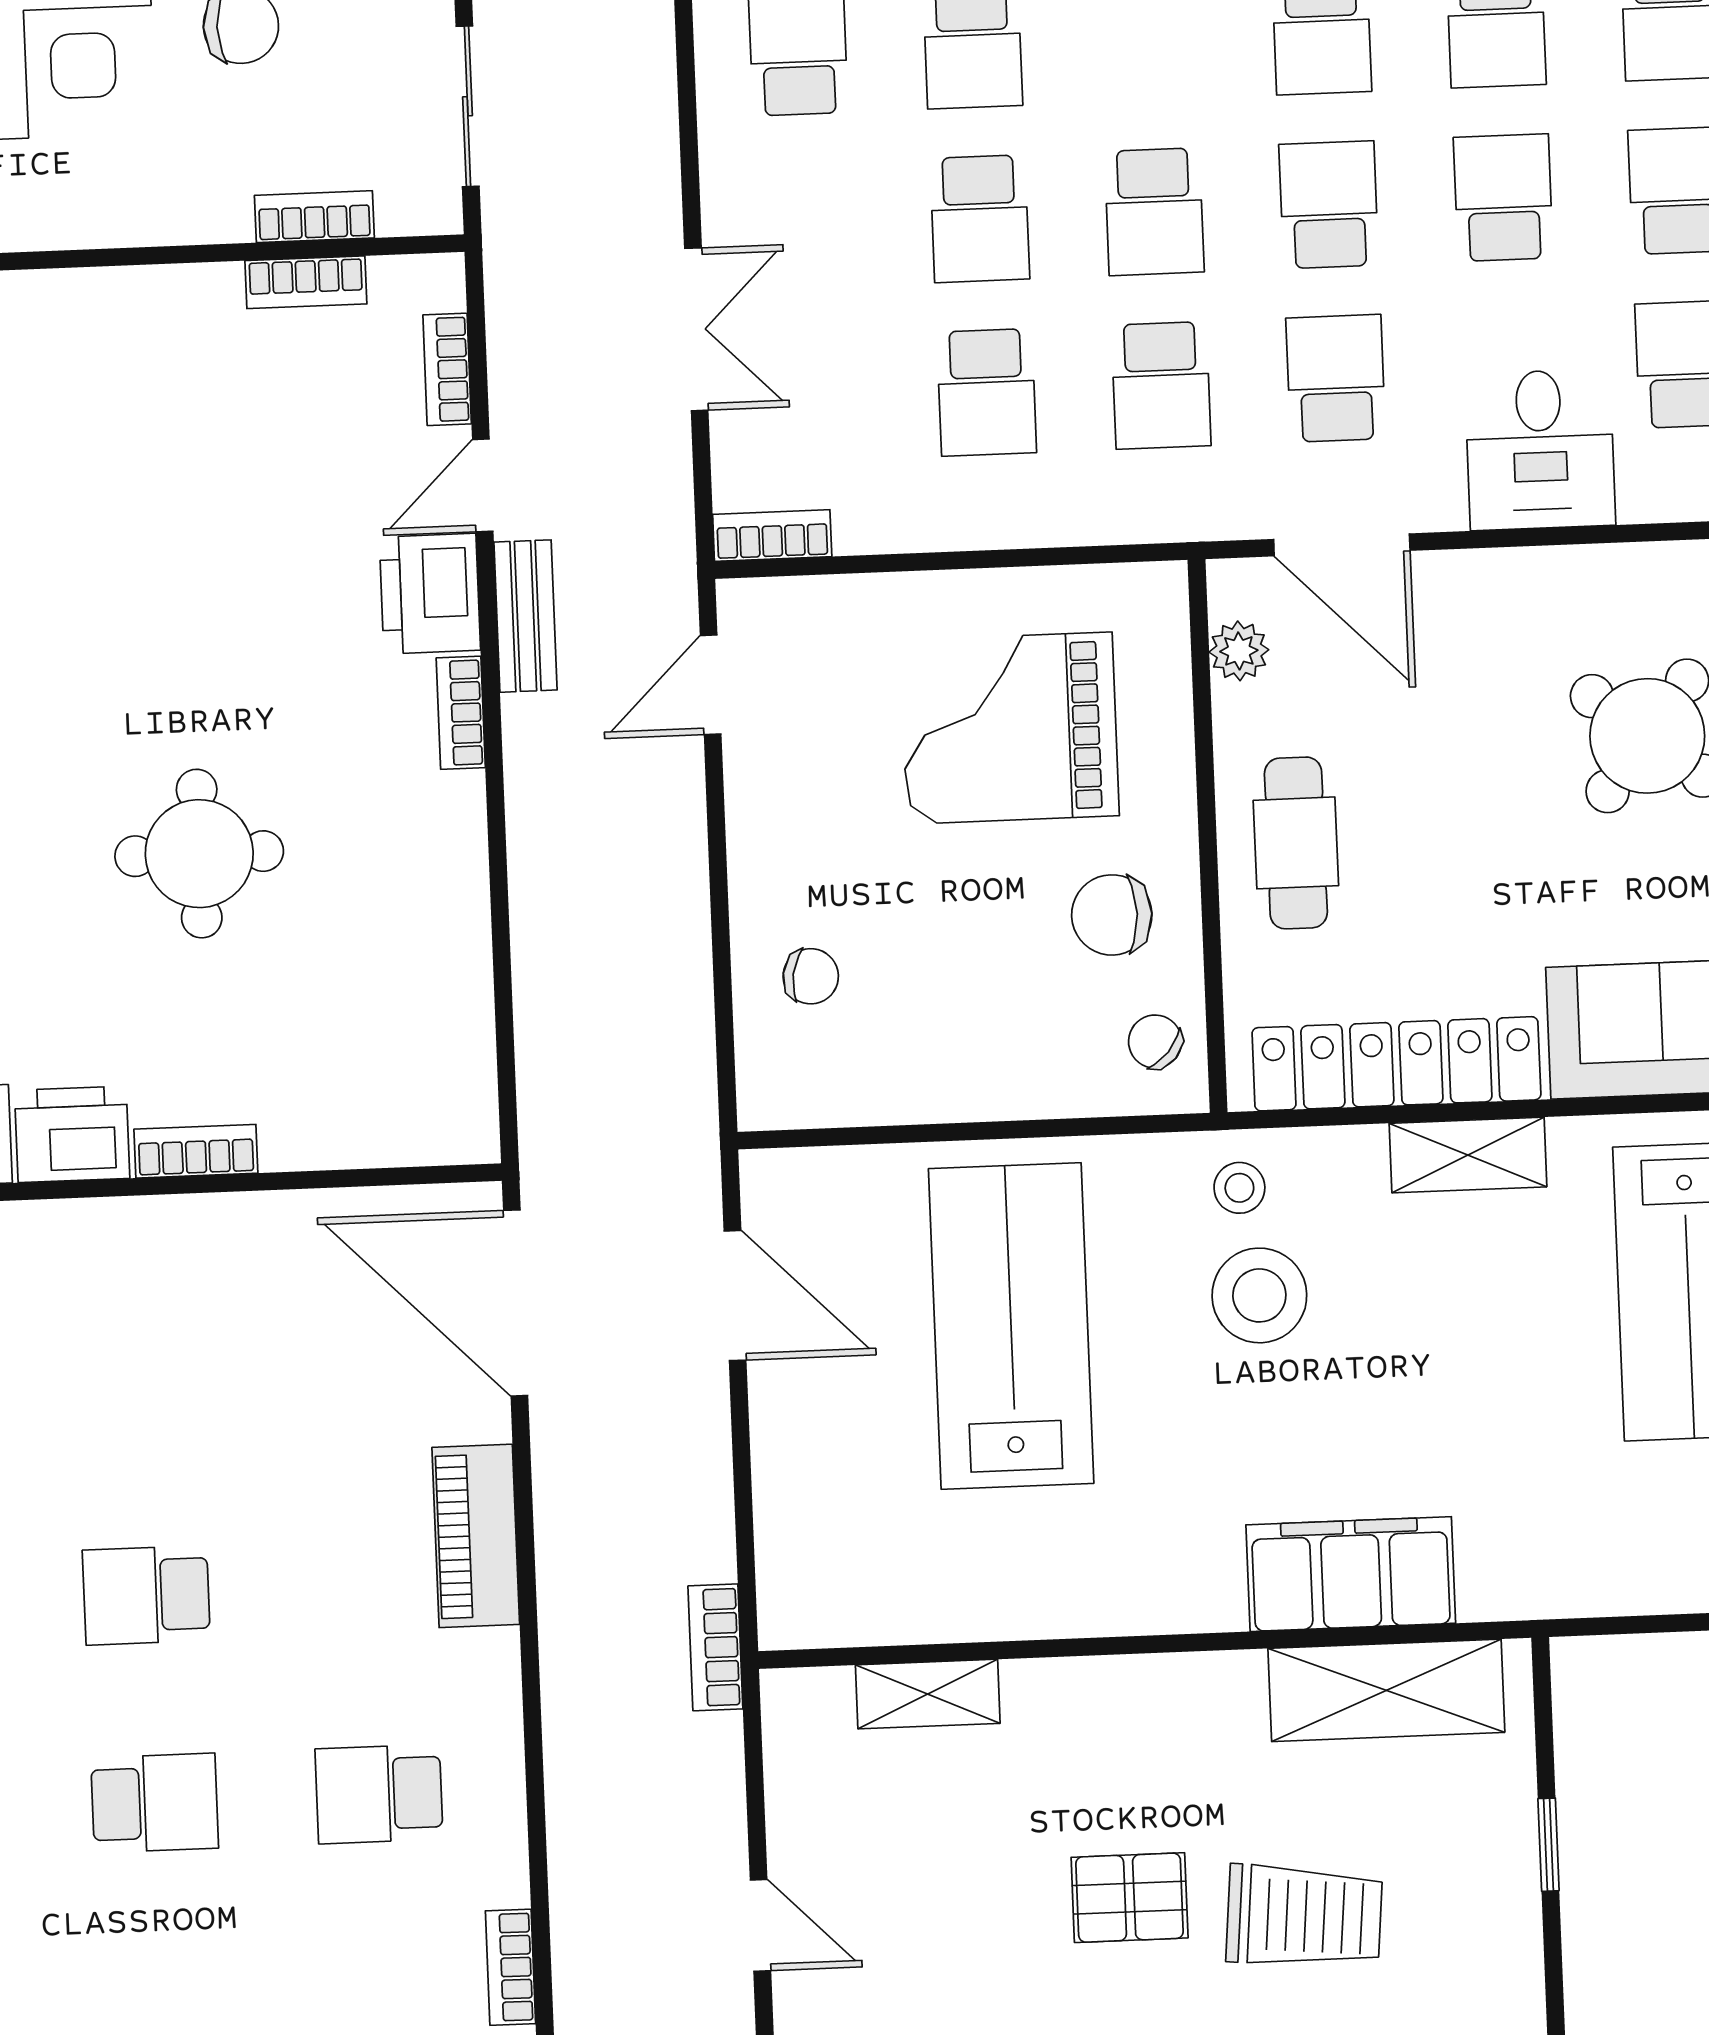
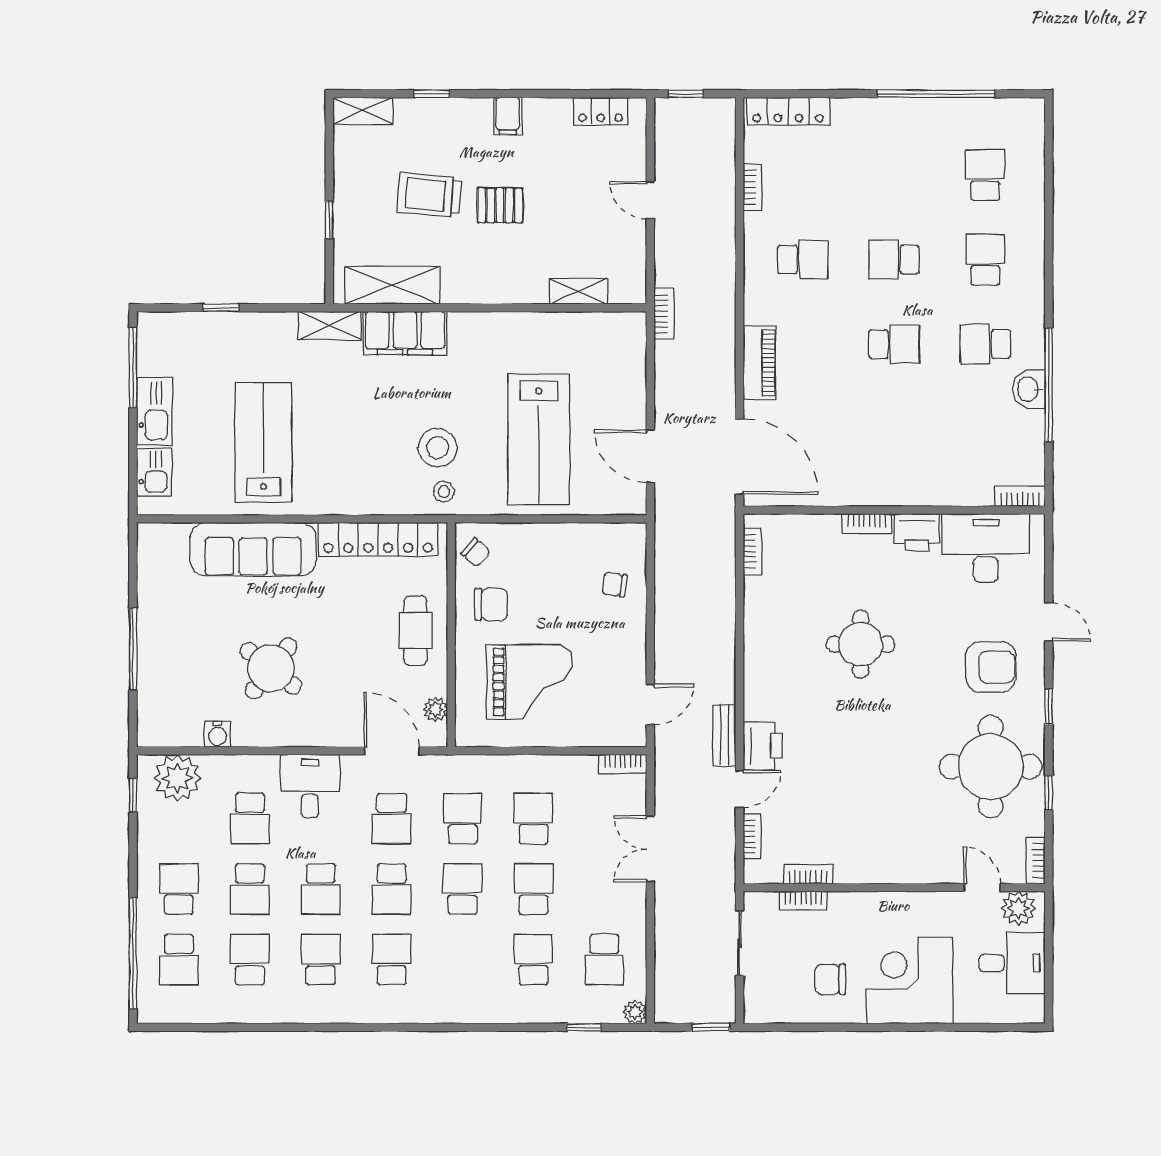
bookcase: (461, 713) -> (752, 551), moved
shelving: (1468, 1155) -> (329, 326), moved

